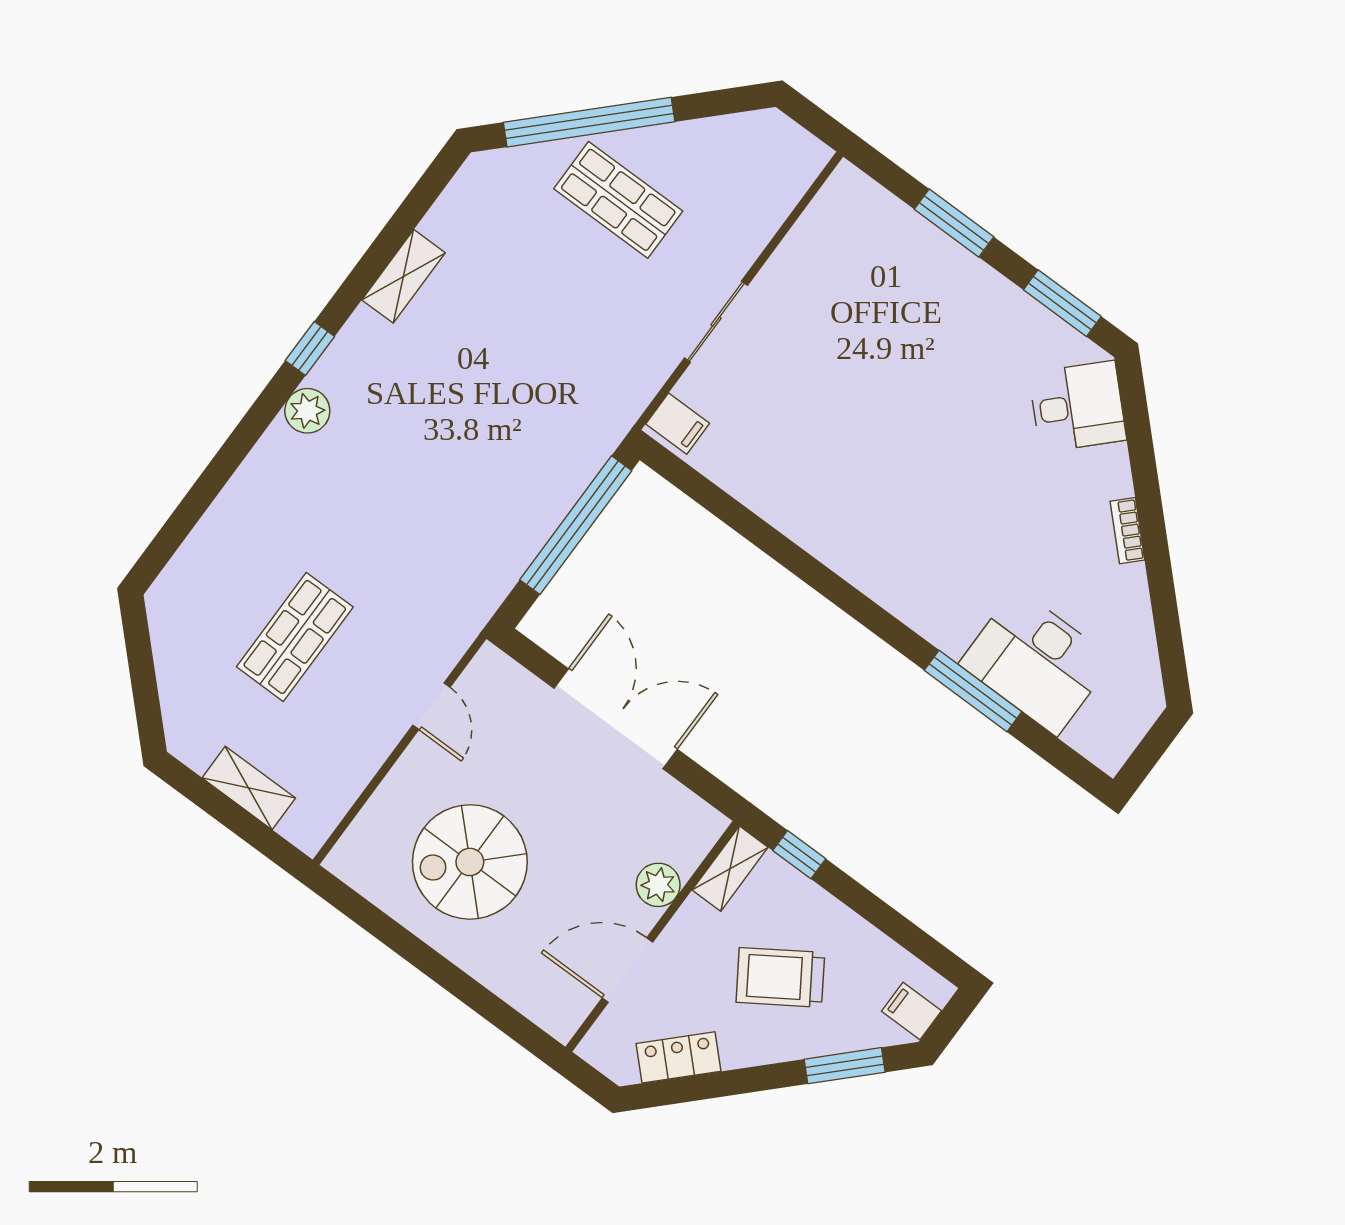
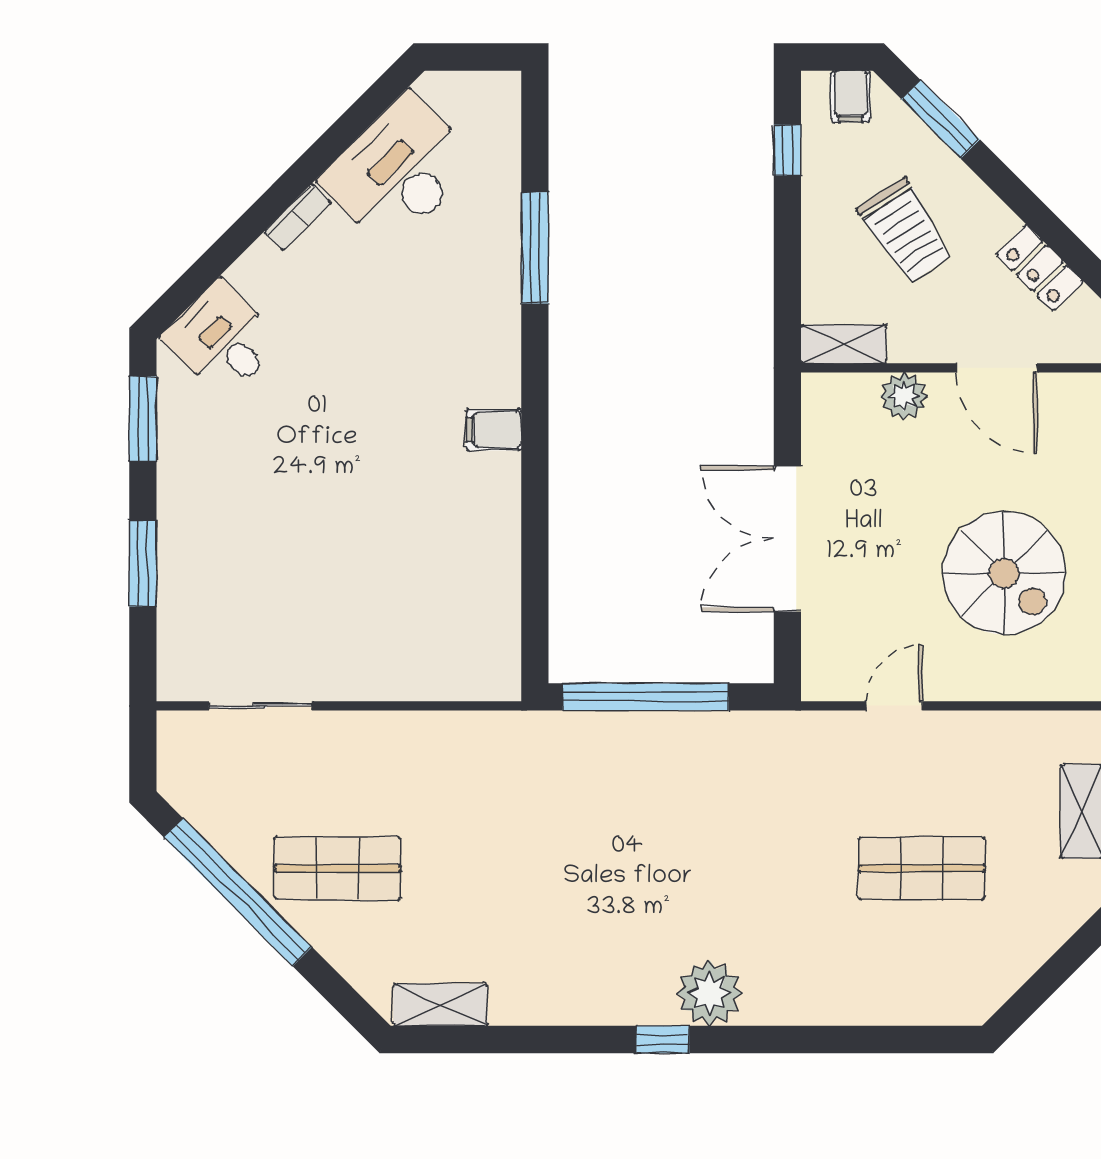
window: (589, 122) -> (238, 892), moved
shop shelf: (618, 200) -> (337, 868), turned 90
shelving: (403, 276) -> (440, 1005), moved
sliding door: (716, 322) -> (260, 706), moved
plant: (307, 411) -> (710, 993), width x1.36, depth x1.36
filing cabinet: (678, 424) -> (494, 430), moved, turned -90
desk: (1036, 662) -> (399, 171), moved, turned -135
window: (799, 855) -> (787, 150), moved

